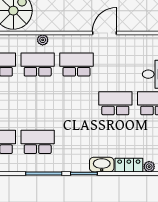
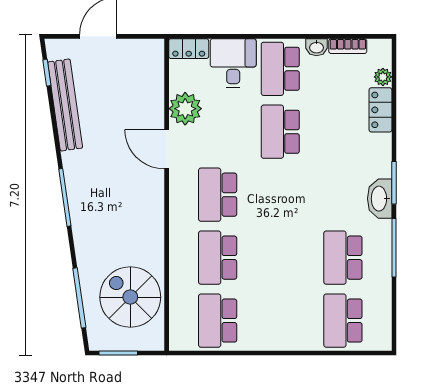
plant: (43, 40) -> (185, 109), moved, width x1.88, depth x1.88
washbasin: (102, 165) -> (380, 199), moved

